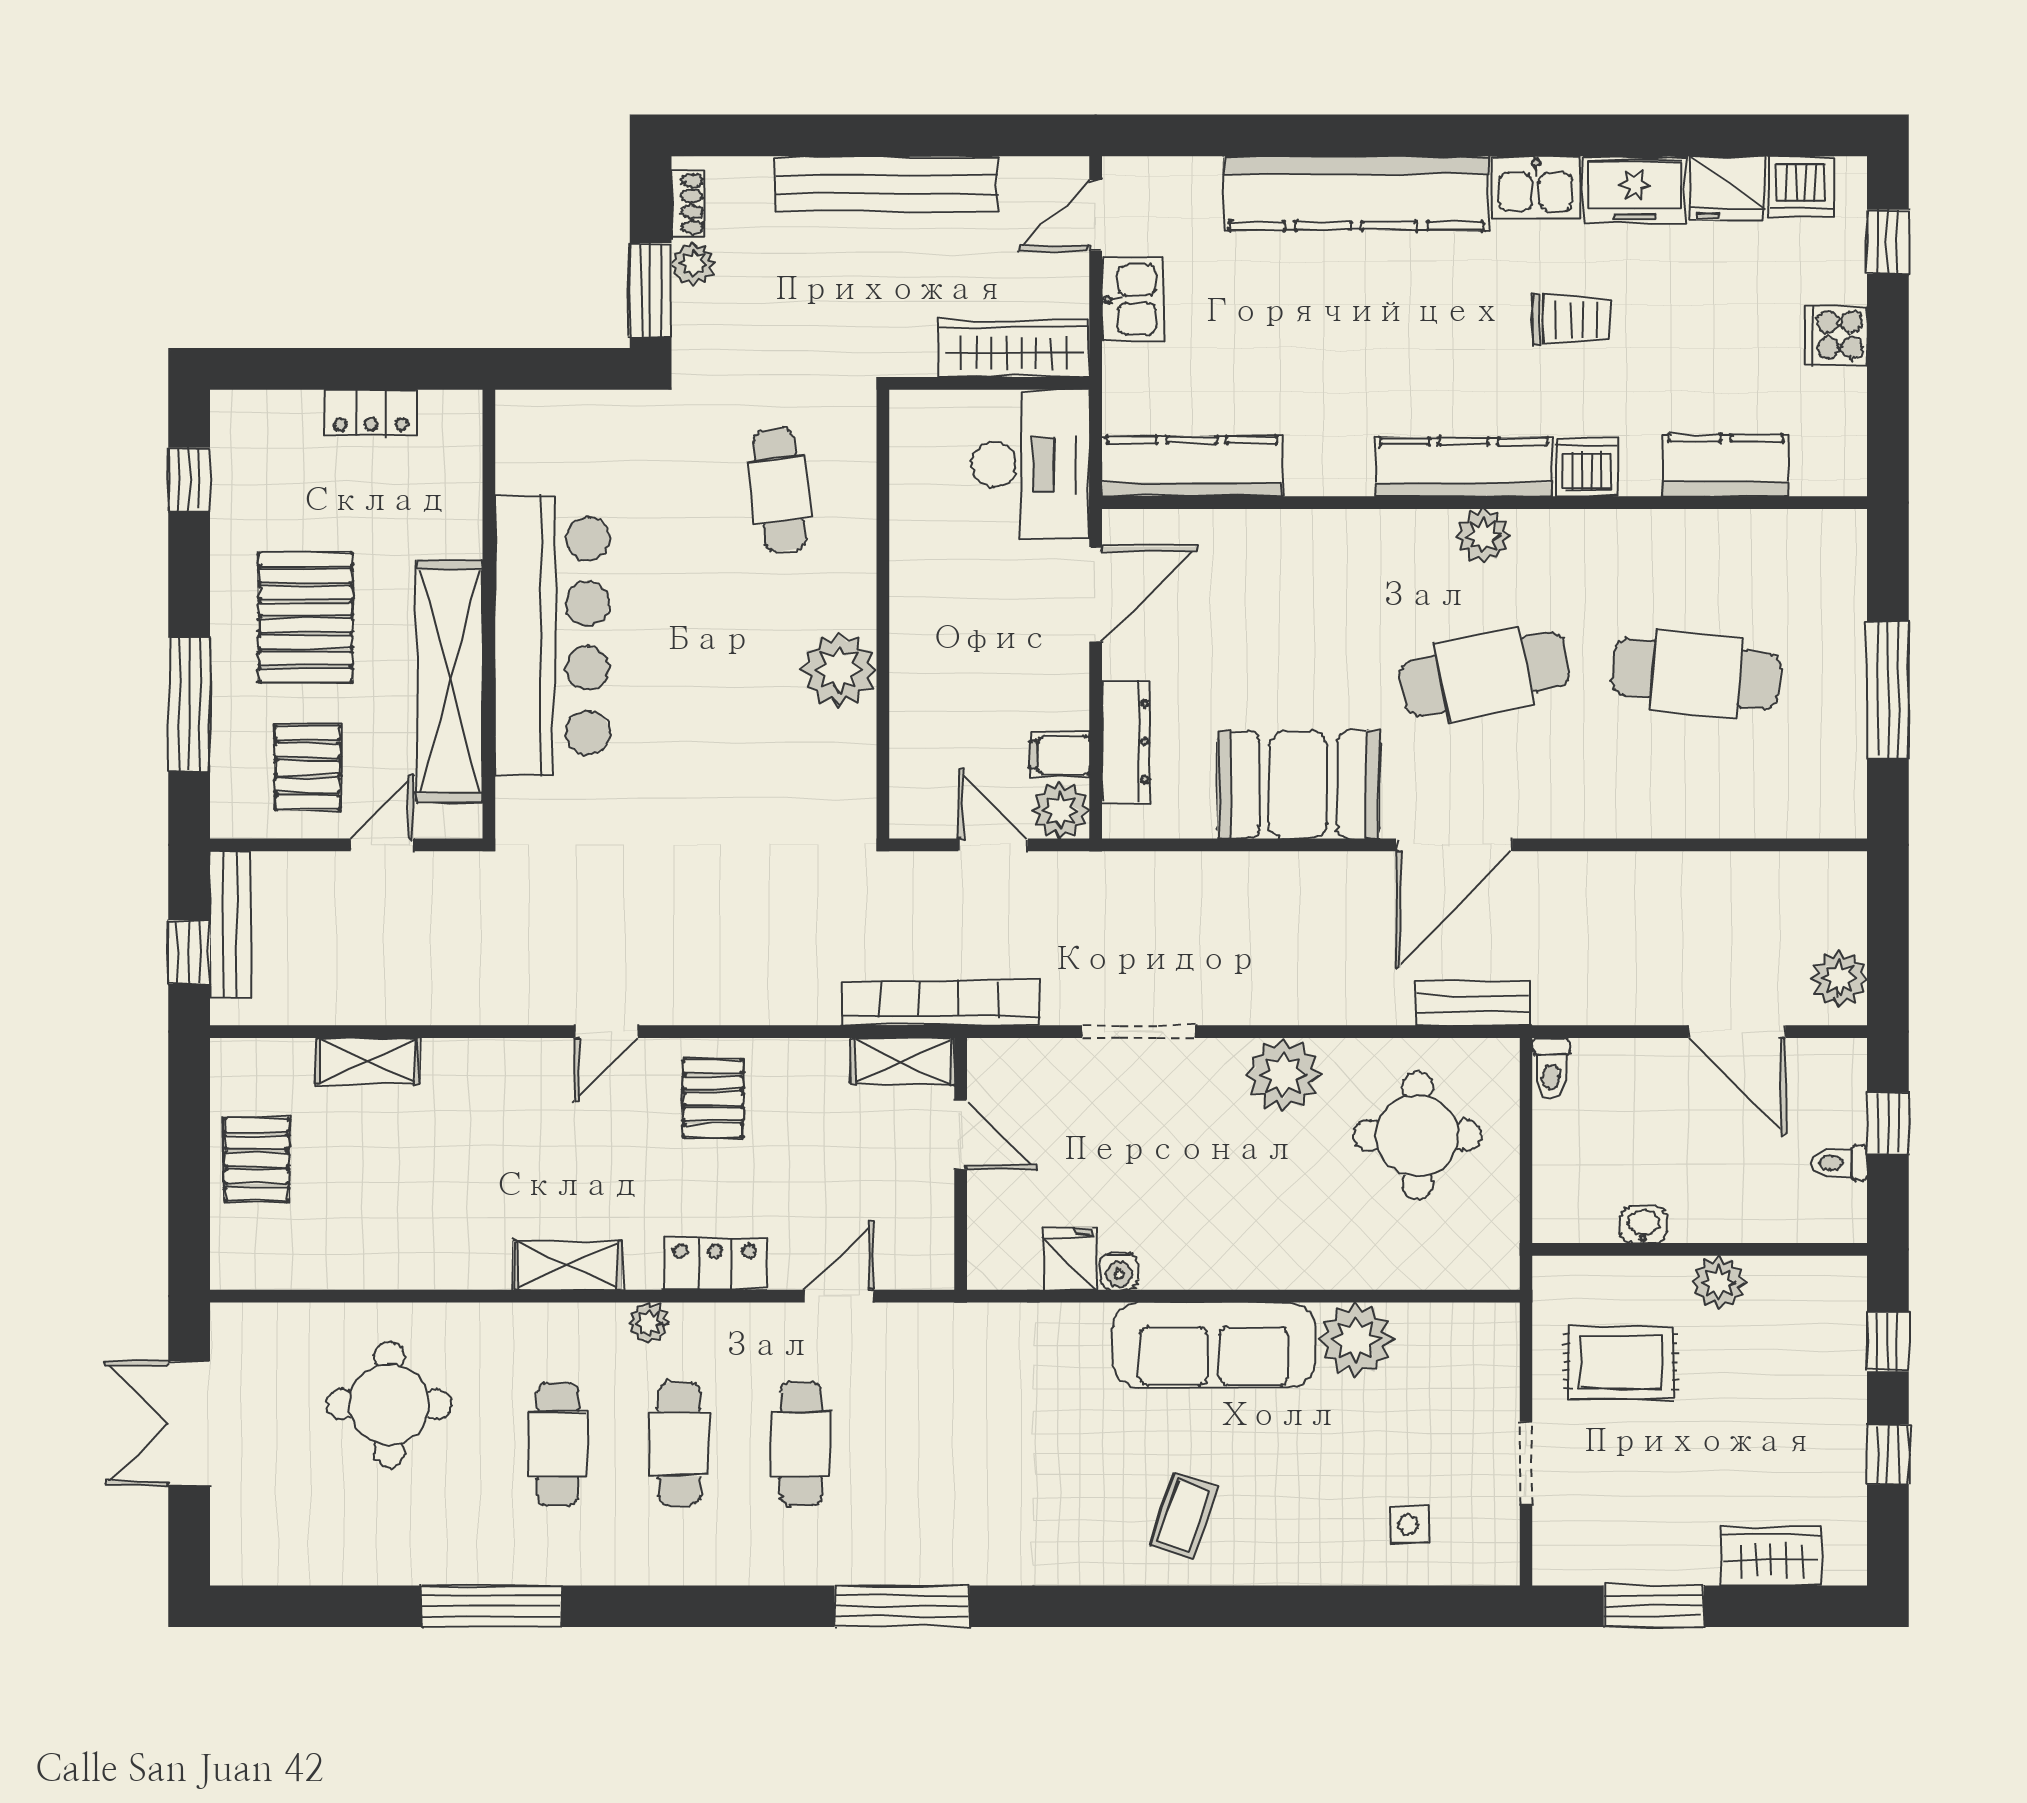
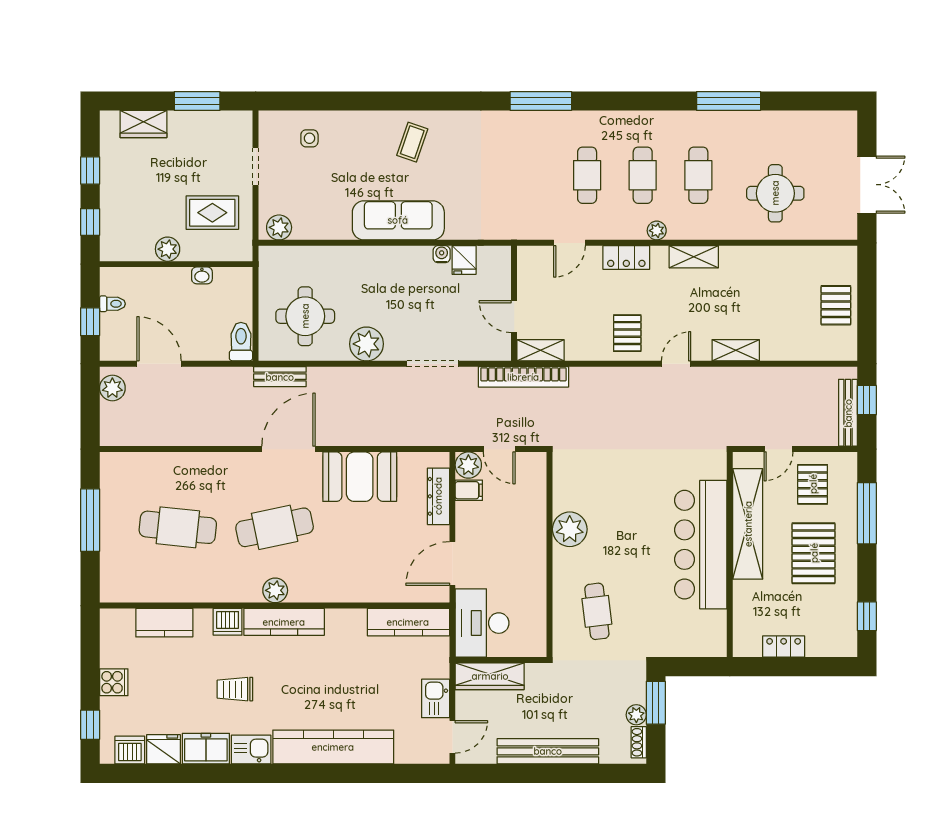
shelving: (368, 1061) -> (736, 350), moved
toilet: (1551, 1068) -> (241, 342), width x1.37, depth x1.39
plant: (1356, 1340) -> (279, 227), moved, width x0.73, depth x0.73

